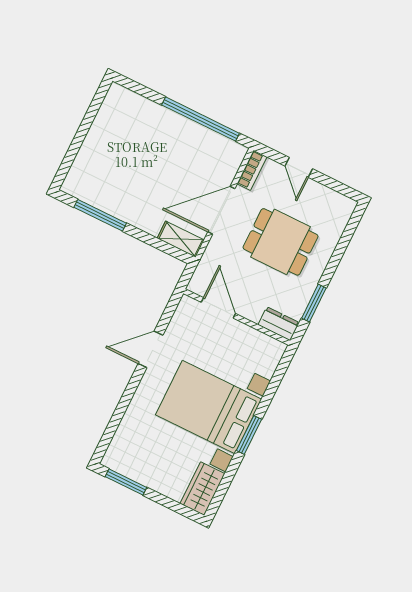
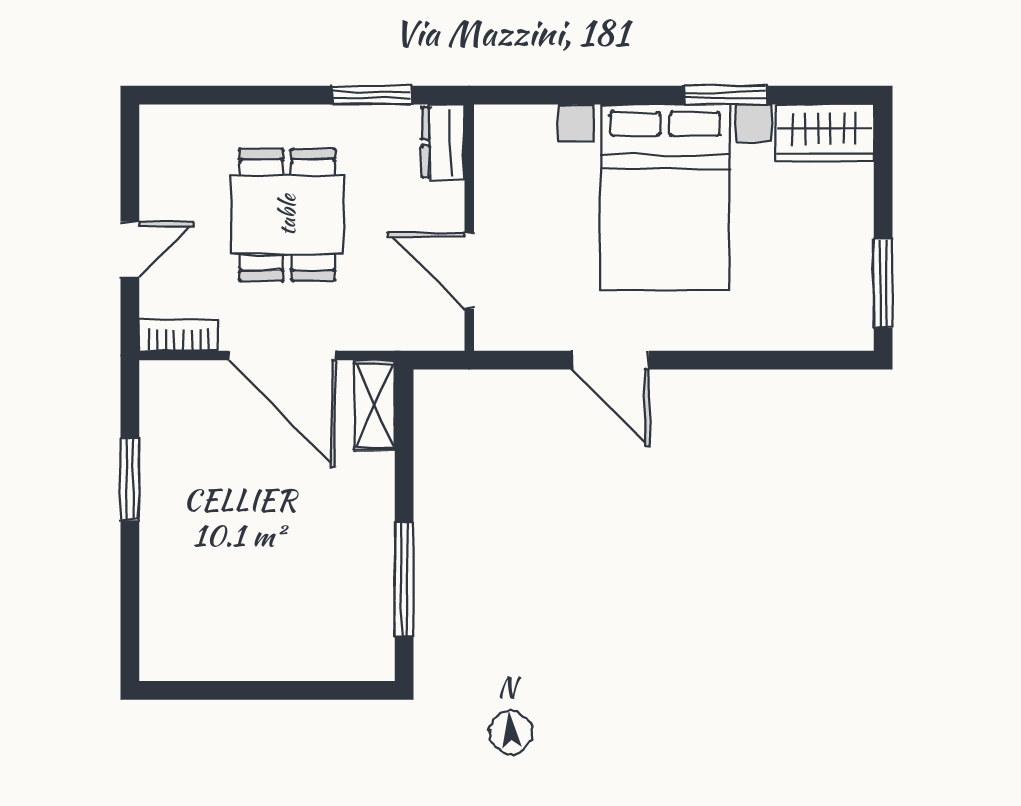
window: (201, 119) -> (130, 479), width x0.47
door: (218, 308) -> (469, 271), hinge flipped
window: (249, 435) -> (725, 95), moved

